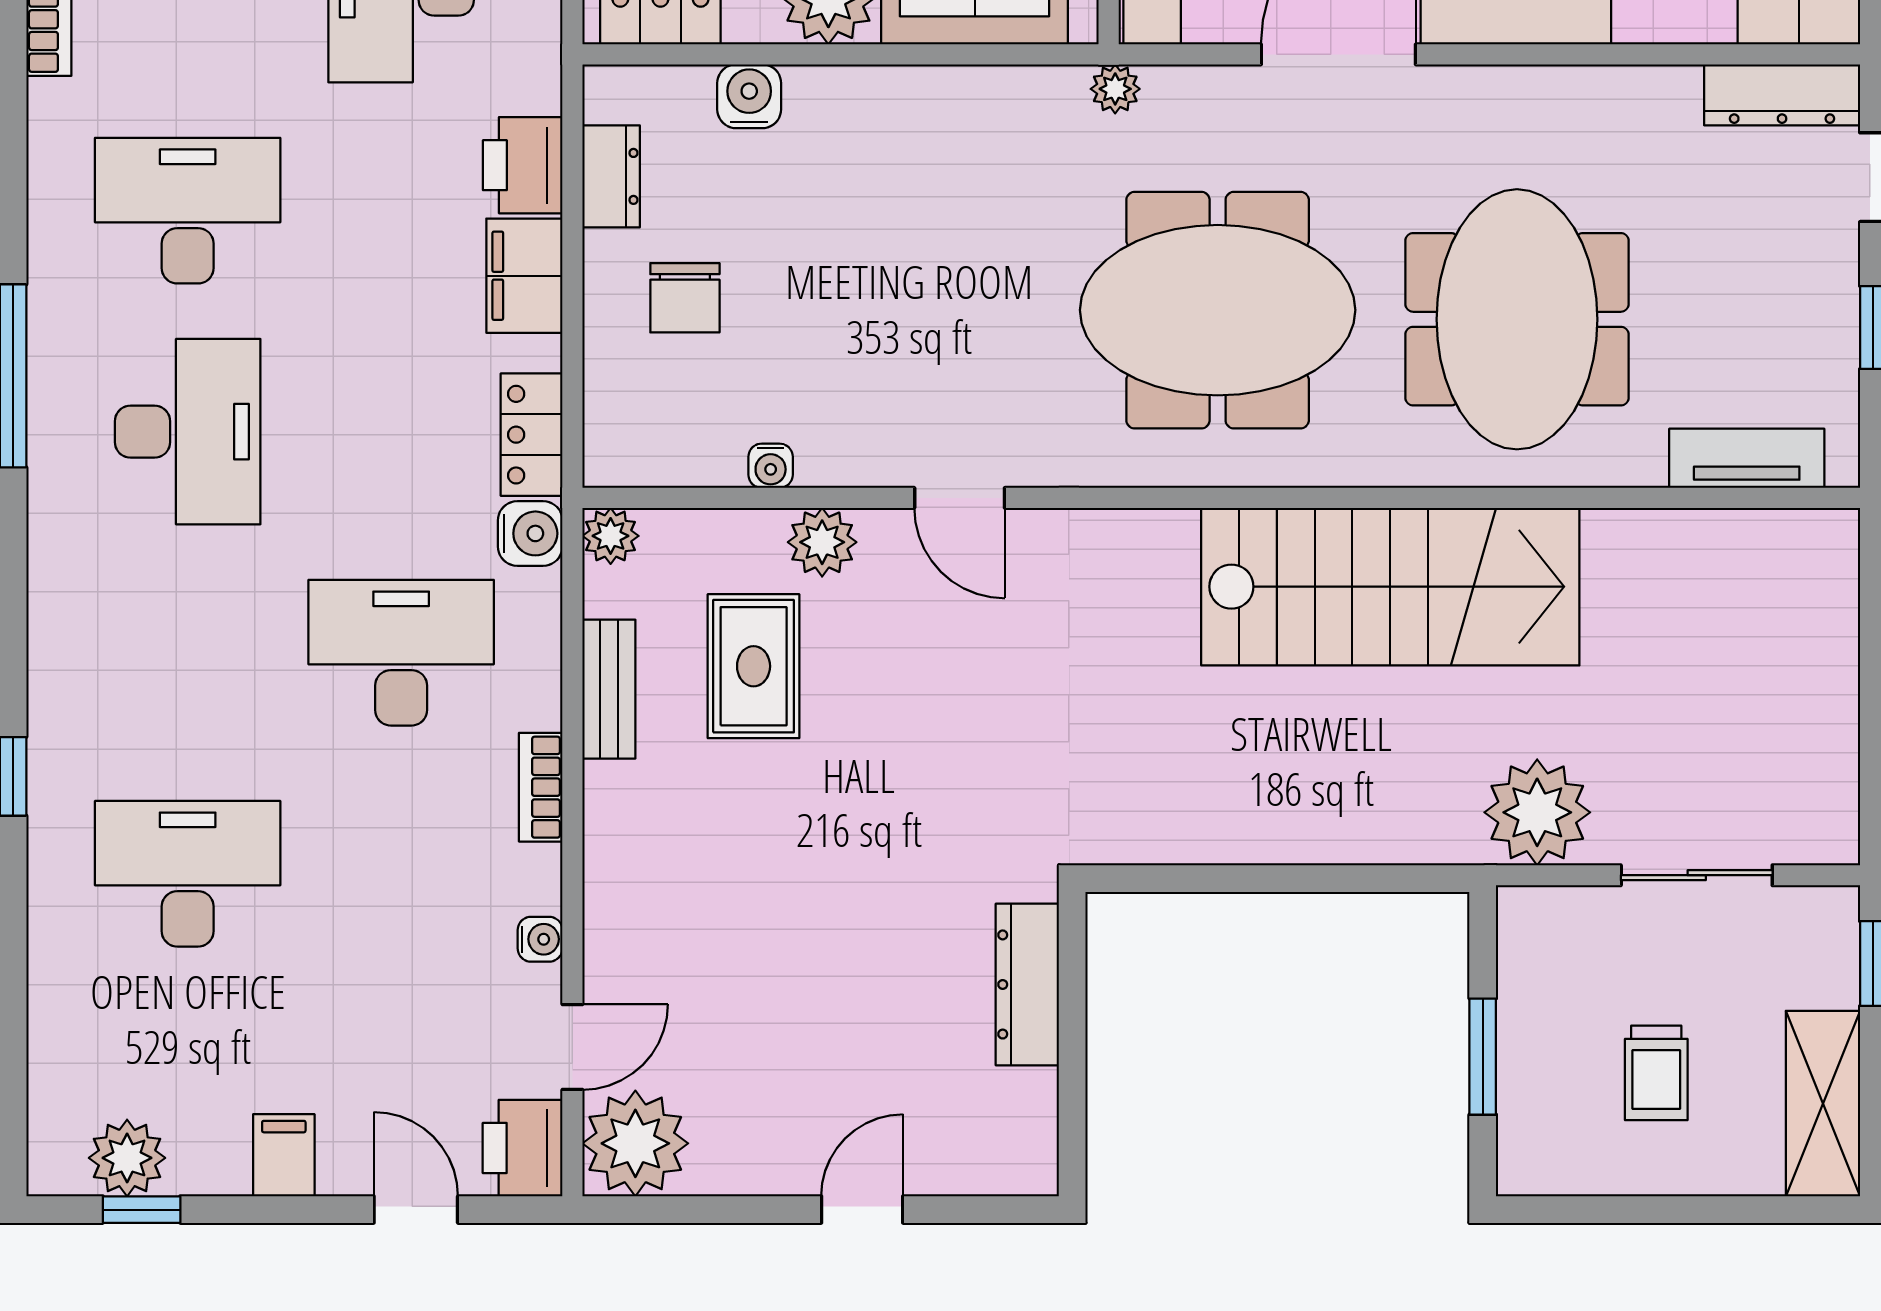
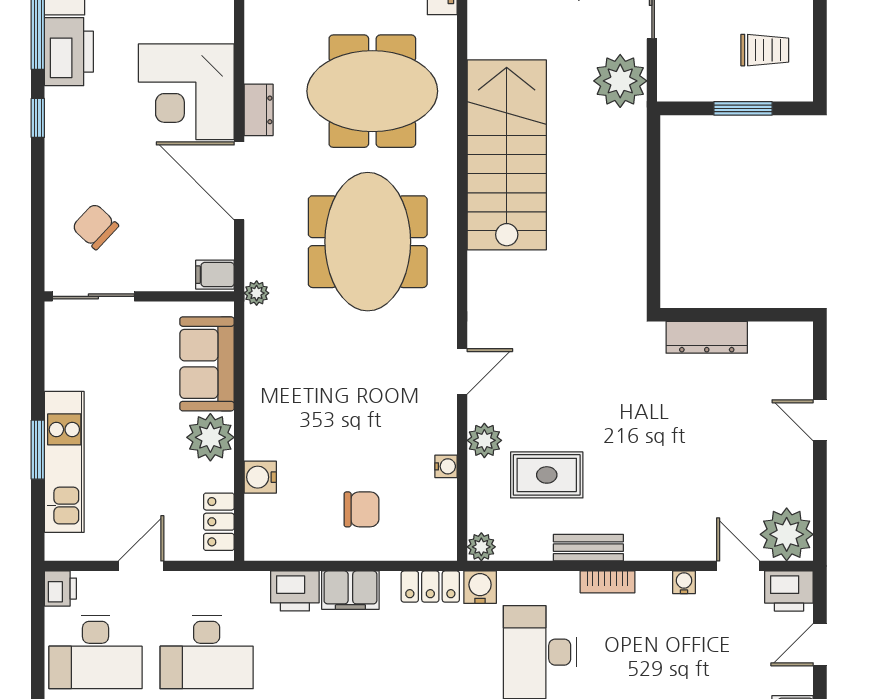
dresser: (611, 176) -> (259, 110), moved, turned 90
bench: (609, 689) -> (588, 548), moved
trolley: (1656, 1073) -> (765, 50), moved

